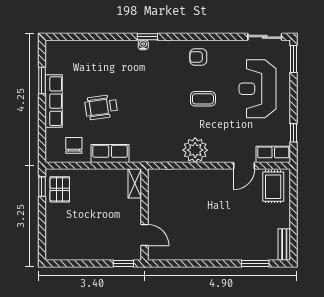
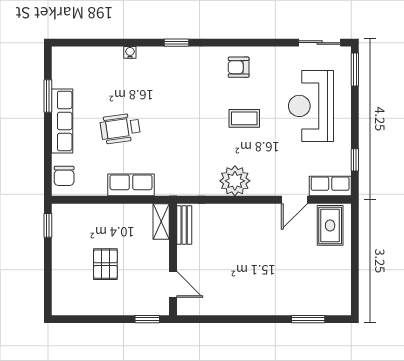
water cooler: (143, 45) -> (130, 52), moved
chair: (74, 145) -> (64, 176), moved, turned 180
pallet: (60, 189) -> (105, 264), moved
bench: (284, 244) -> (184, 225), moved

